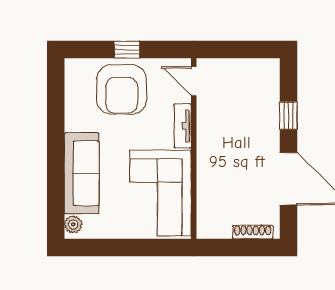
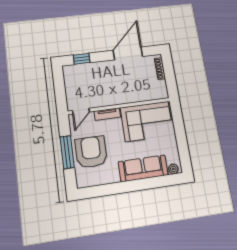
window: (127, 49) -> (67, 152), width x2.17
armchair: (122, 89) -> (91, 152), turned -90
window: (288, 116) -> (82, 59), moved

